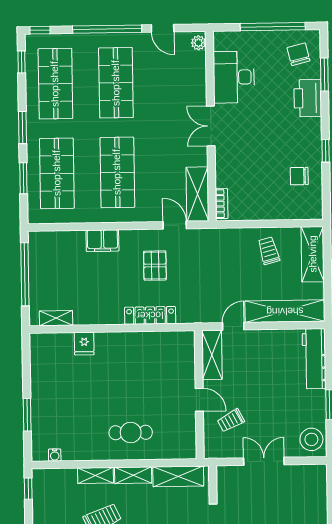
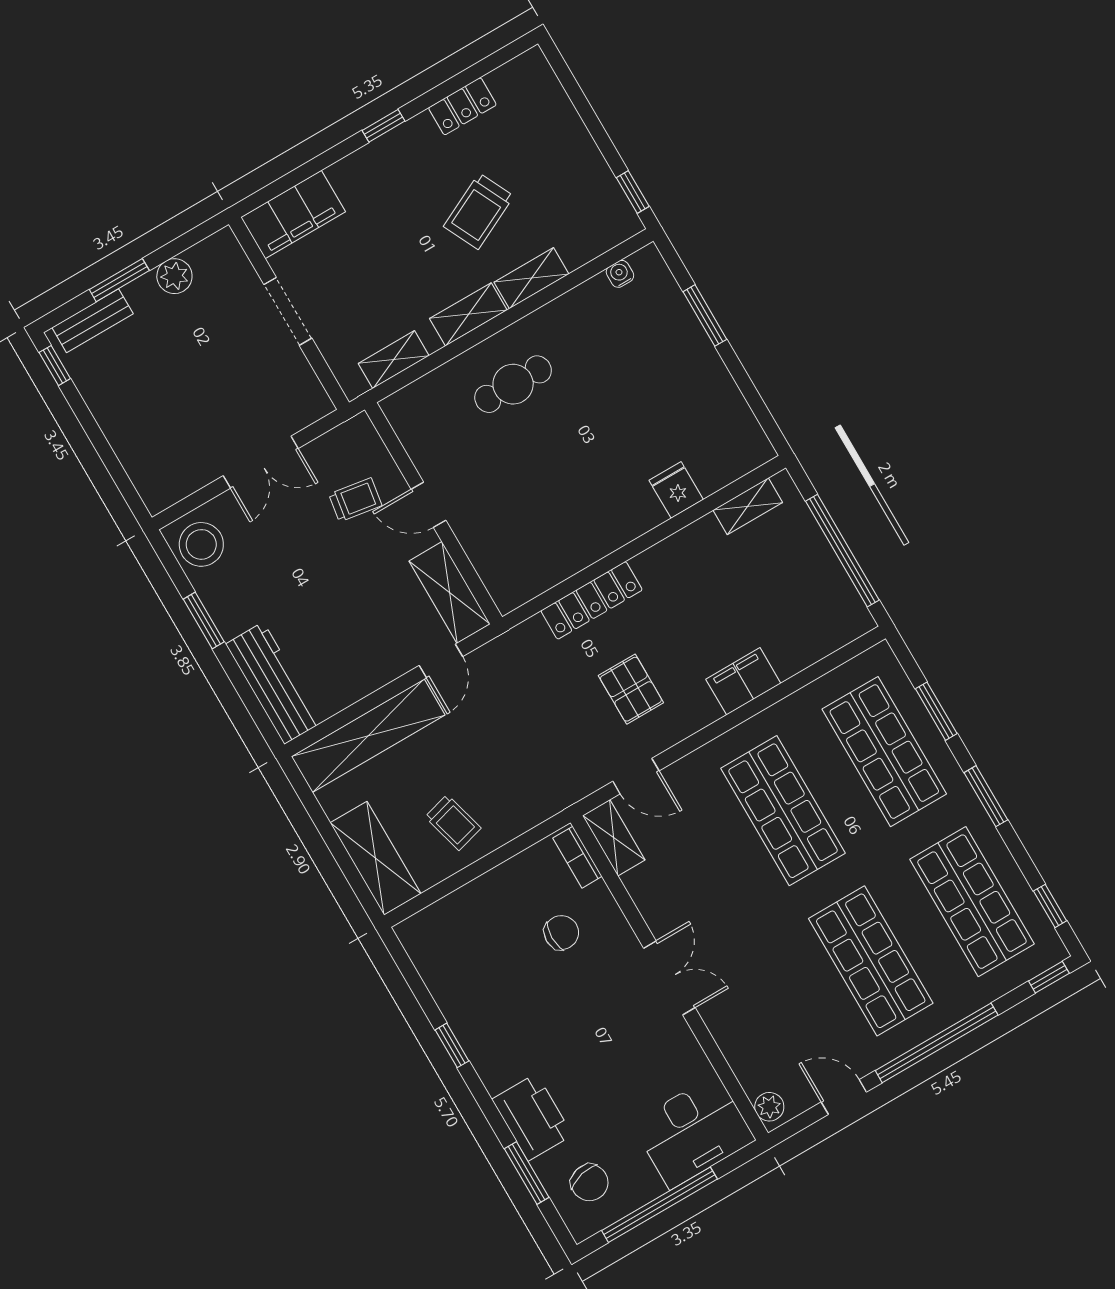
desk: (234, 77) -> (693, 1132), moved, turned 90
chair: (299, 176) -> (561, 933), moved
shelving: (197, 194) -> (614, 838), width x0.67, depth x0.75
trolley: (231, 420) -> (355, 500), turned 37
shelving: (178, 476) -> (394, 360), width x0.67, depth x0.75

